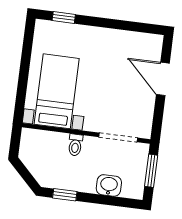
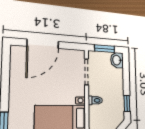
door: (163, 79) -> (43, 44), width x1.36
washbasin: (109, 185) -> (117, 60), moved

